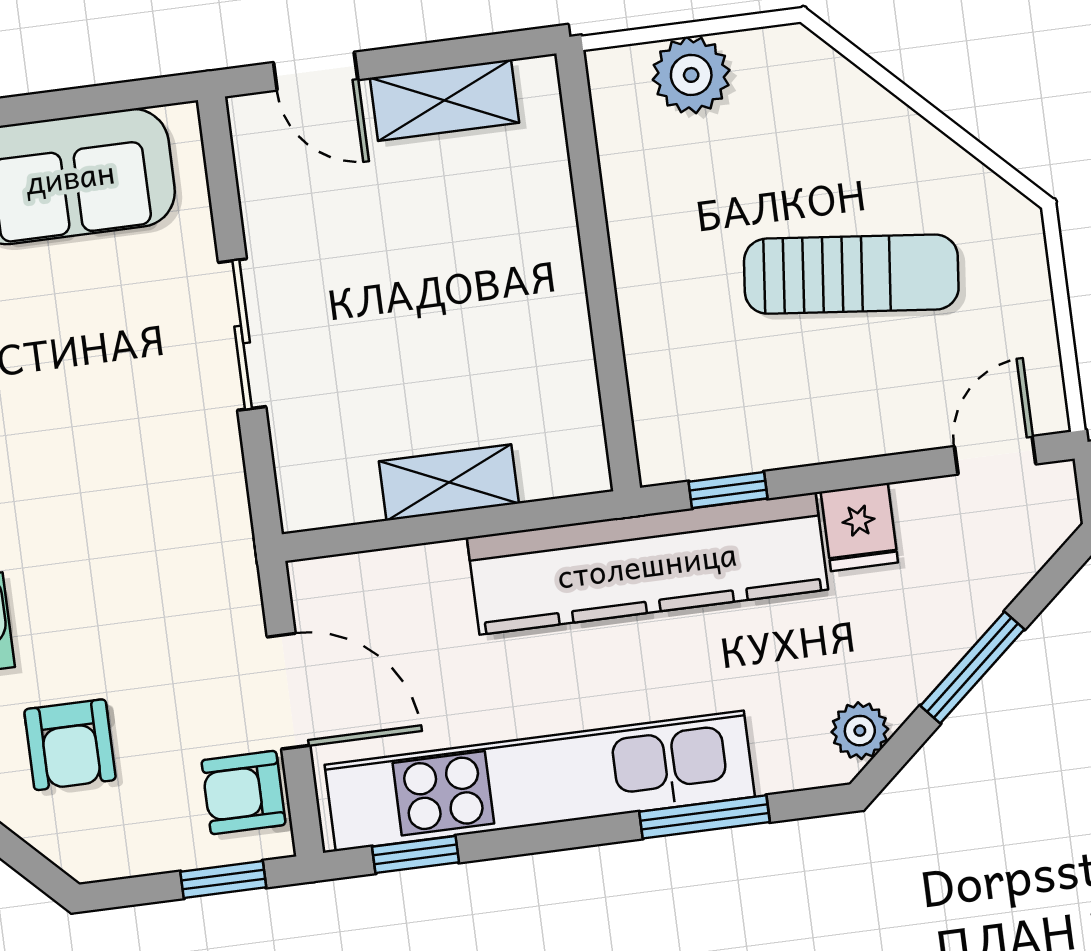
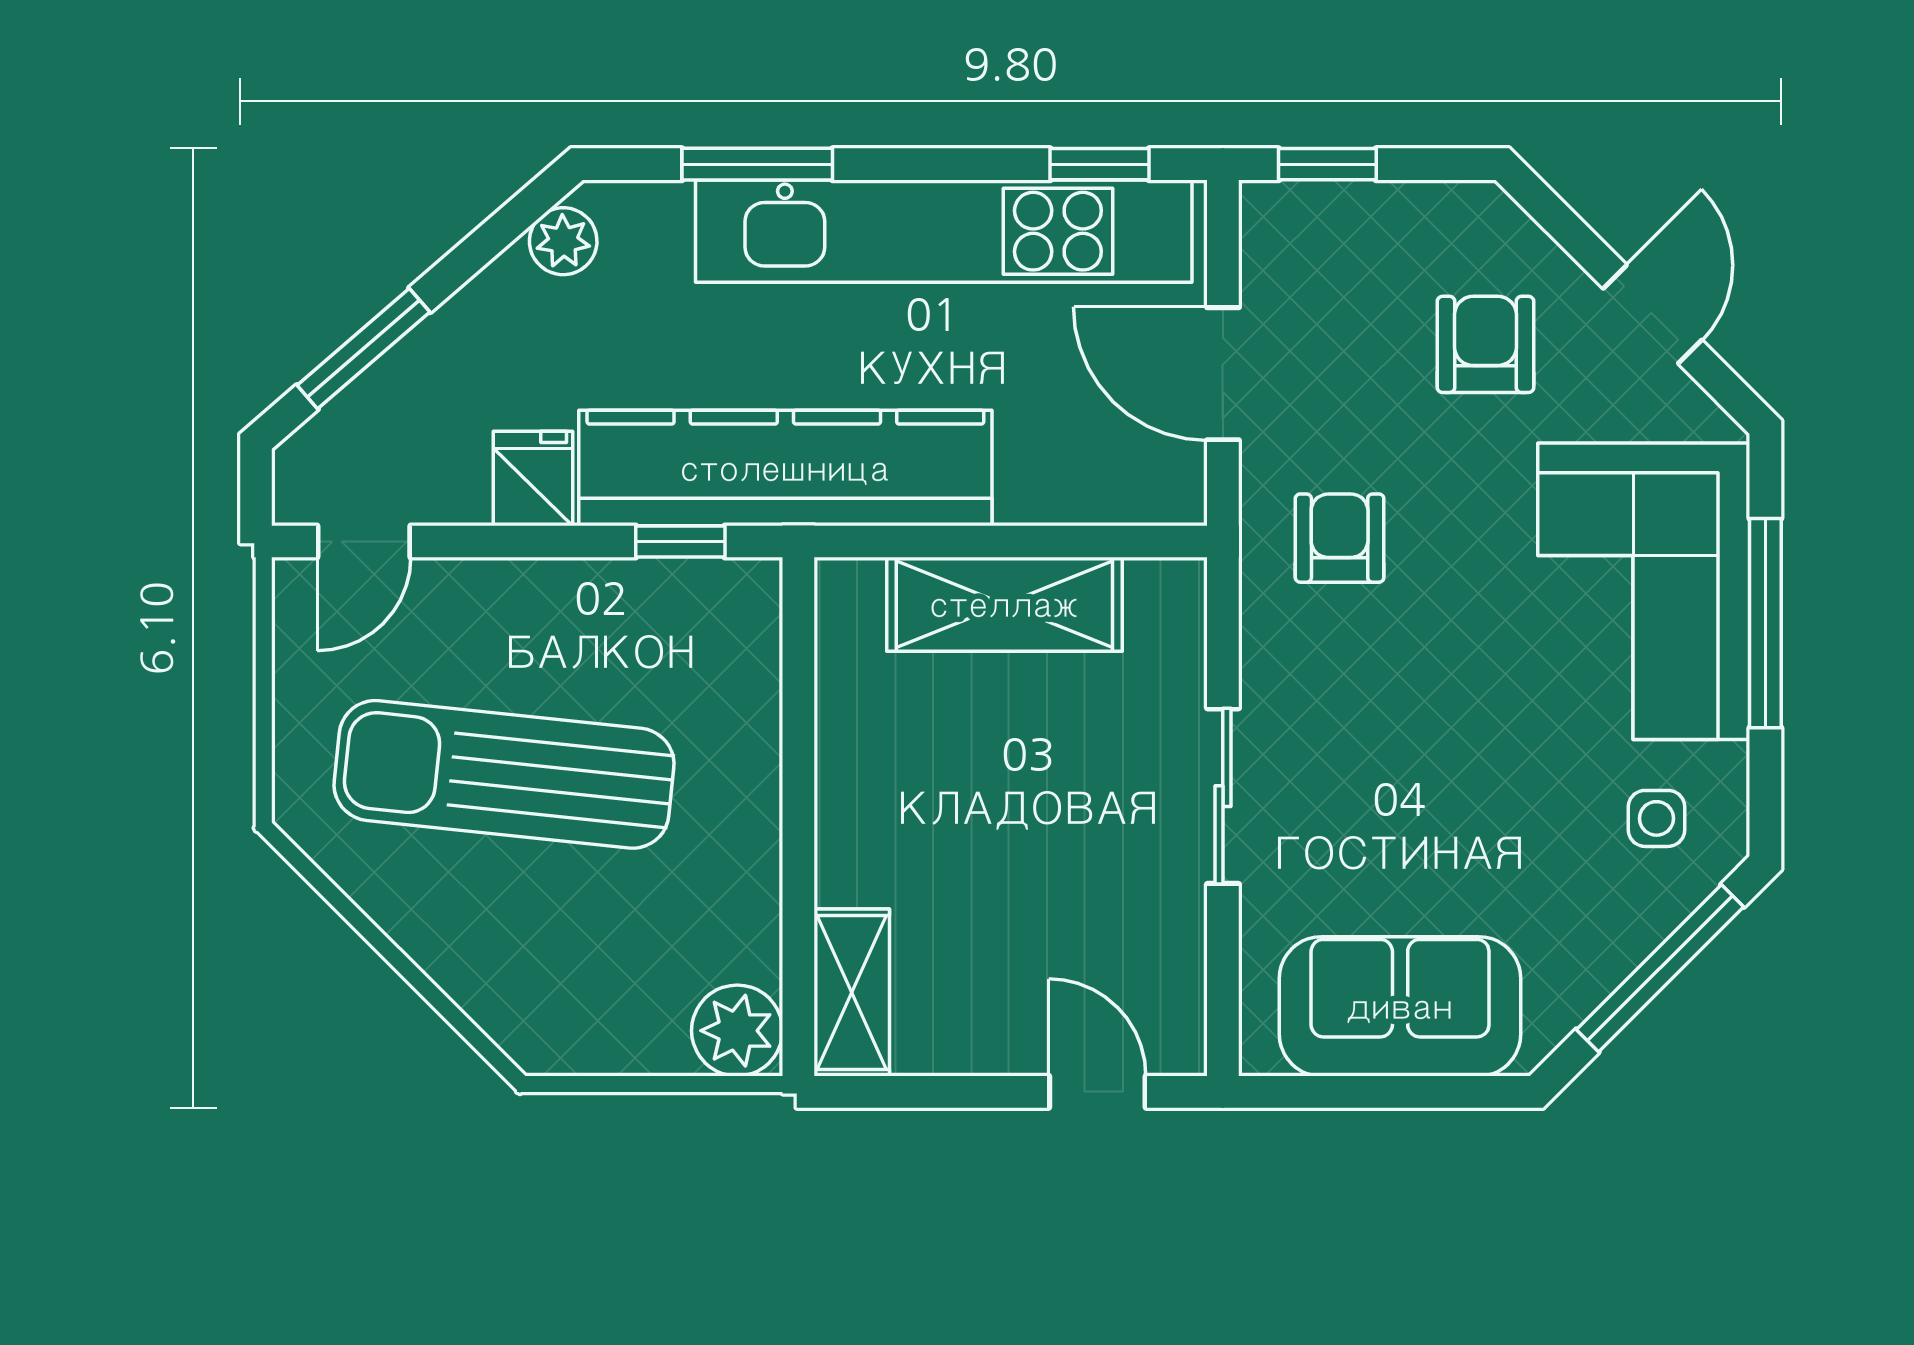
plant: (691, 75) -> (737, 1031), moved
shelving: (444, 100) -> (852, 992), moved, turned 90
sun lounger: (851, 274) -> (504, 774), width x1.36, depth x1.34
shelving: (449, 482) -> (1004, 604), width x1.50, depth x1.33
window: (972, 668) -> (363, 349), moved
armchair: (244, 793) -> (1340, 538), moved, turned -90

